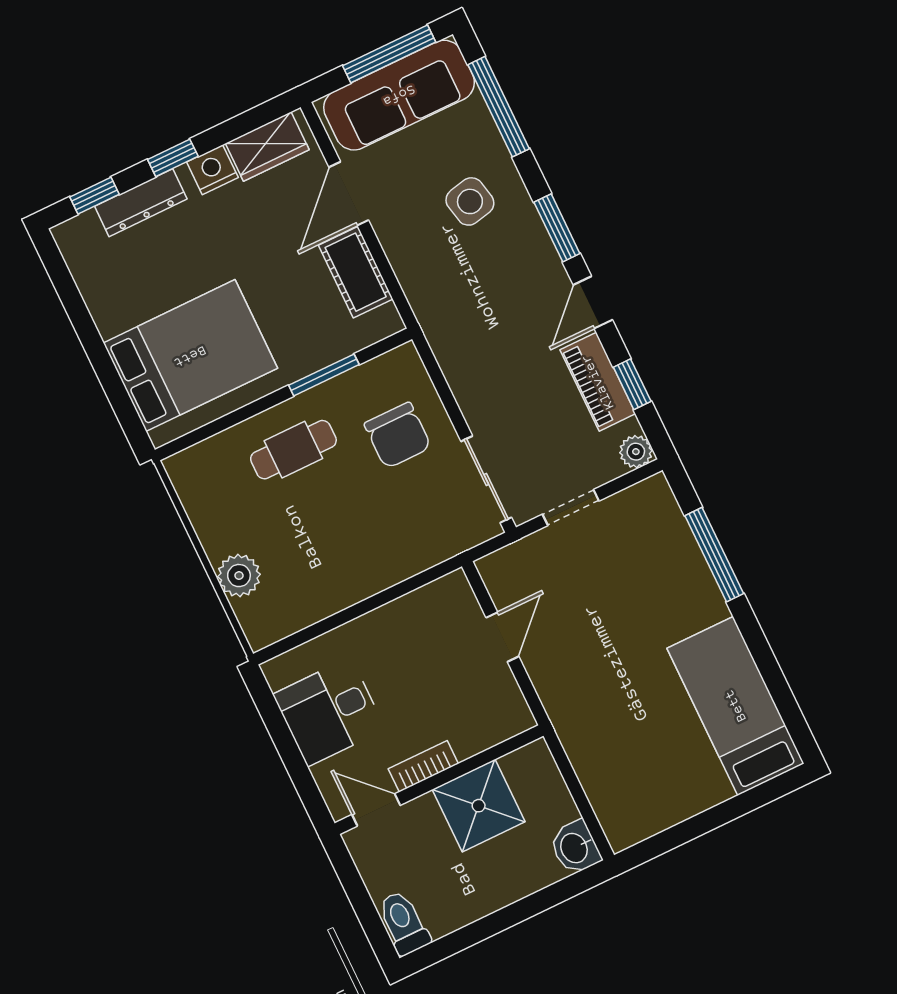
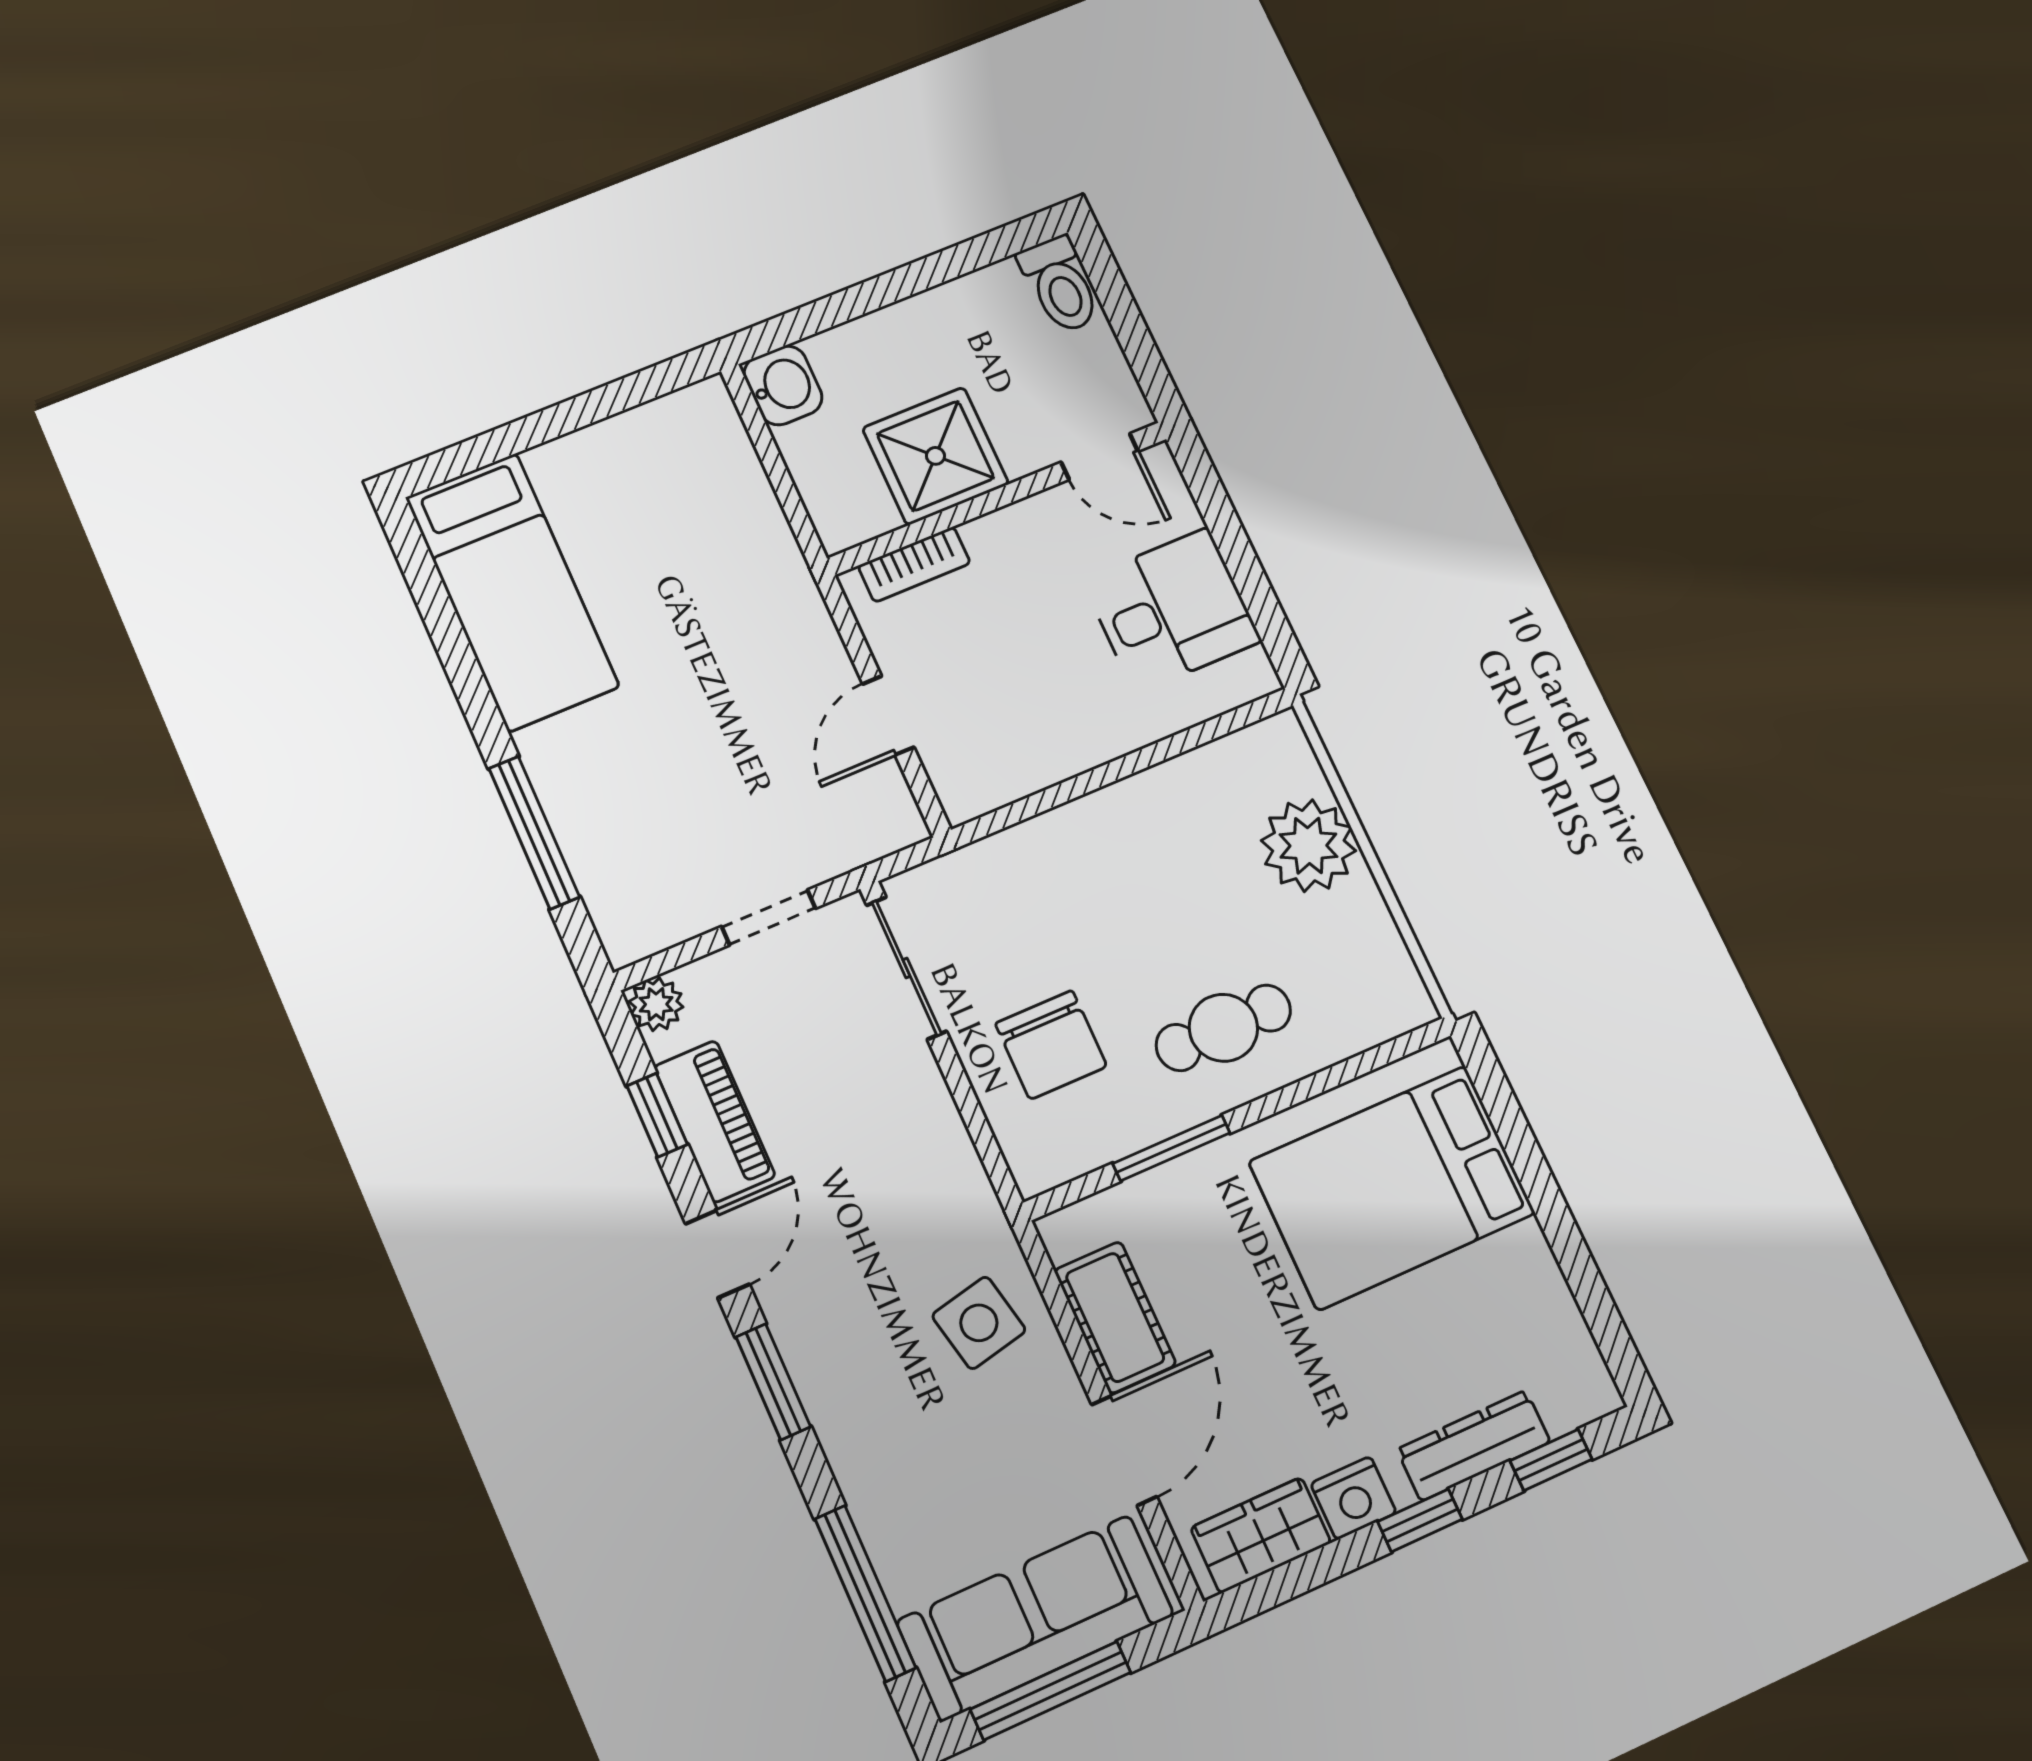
side table: (470, 201) -> (979, 1323), moved
chair: (398, 435) -> (1051, 1045), turned 180
plant: (239, 576) -> (1308, 846), width x1.36, depth x1.36
bookcase: (423, 766) -> (914, 564), moved

